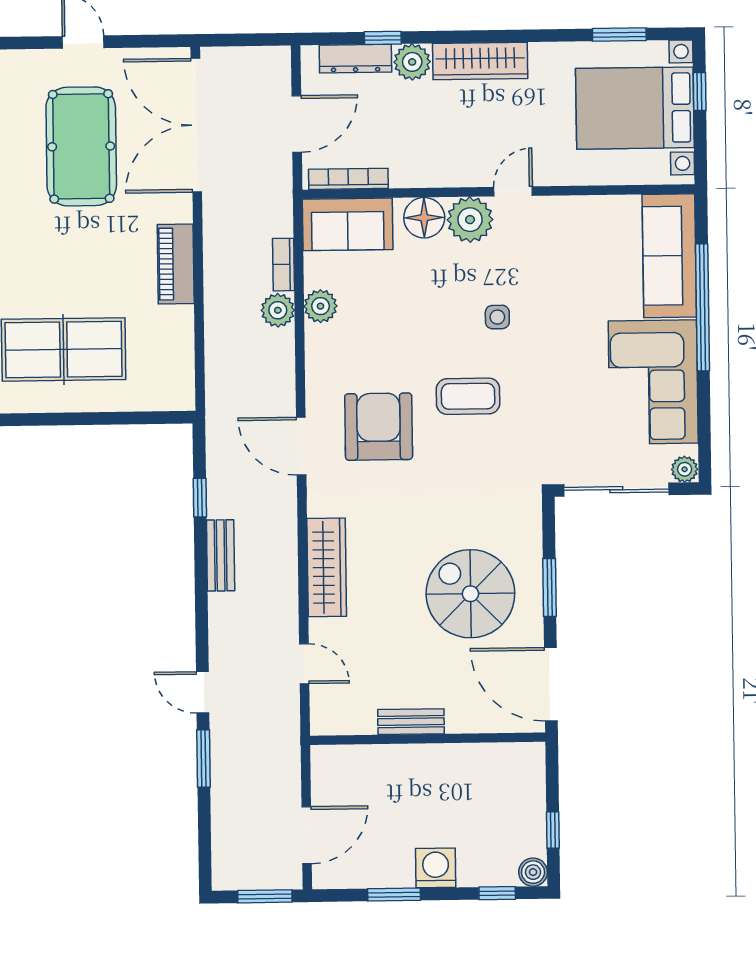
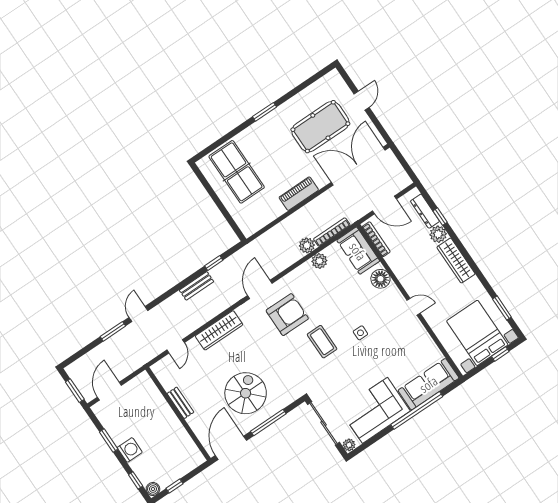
plant: (470, 220) -> (391, 297), removed
bookcase: (283, 265) -> (332, 232), width x1.56
window: (550, 587) -> (268, 422), width x1.44
door: (307, 835) -> (109, 391), swing flipped

